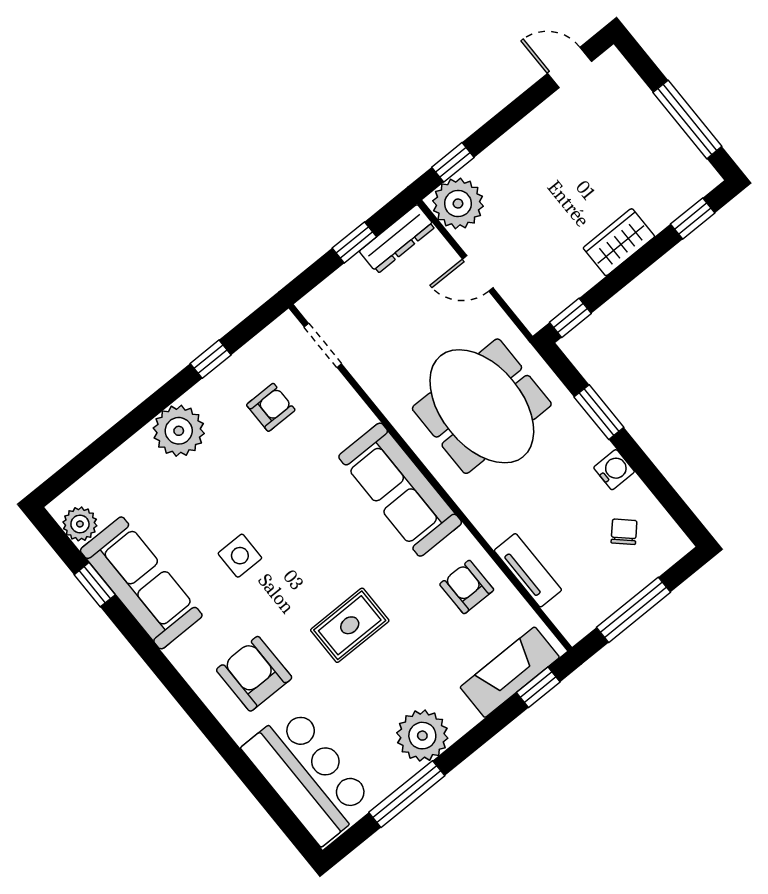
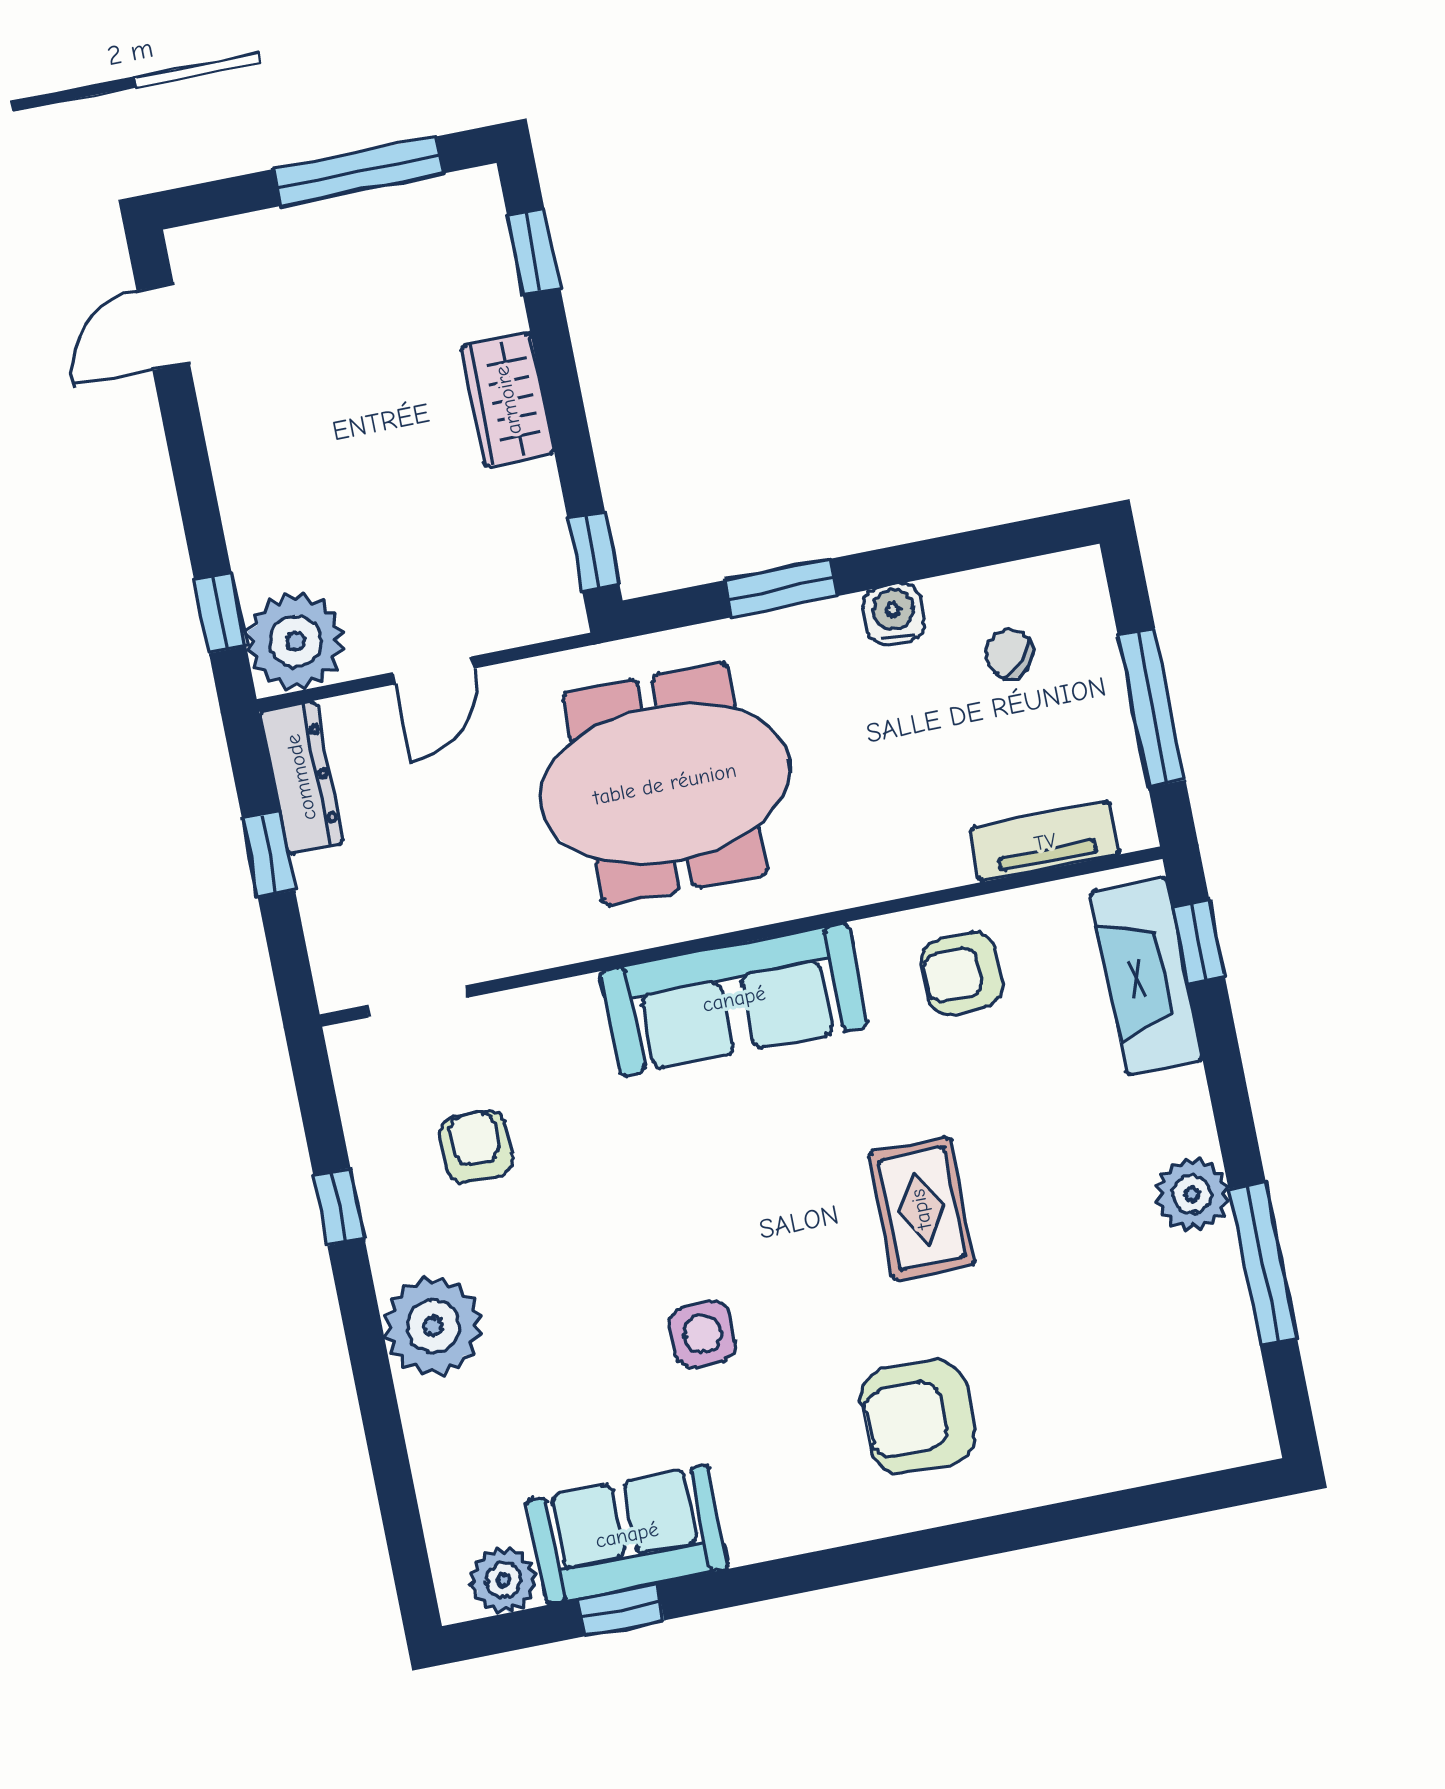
tv unit: (528, 570) -> (1045, 842), moved
sofa: (141, 583) -> (627, 1535), width x0.73
plant: (422, 736) -> (1192, 1194), width x0.73, depth x0.73
bar counter: (308, 775) -> (1141, 1416), removed

